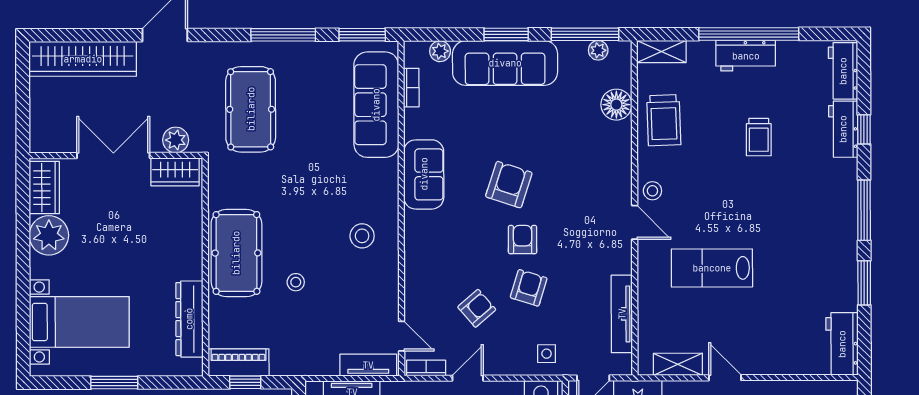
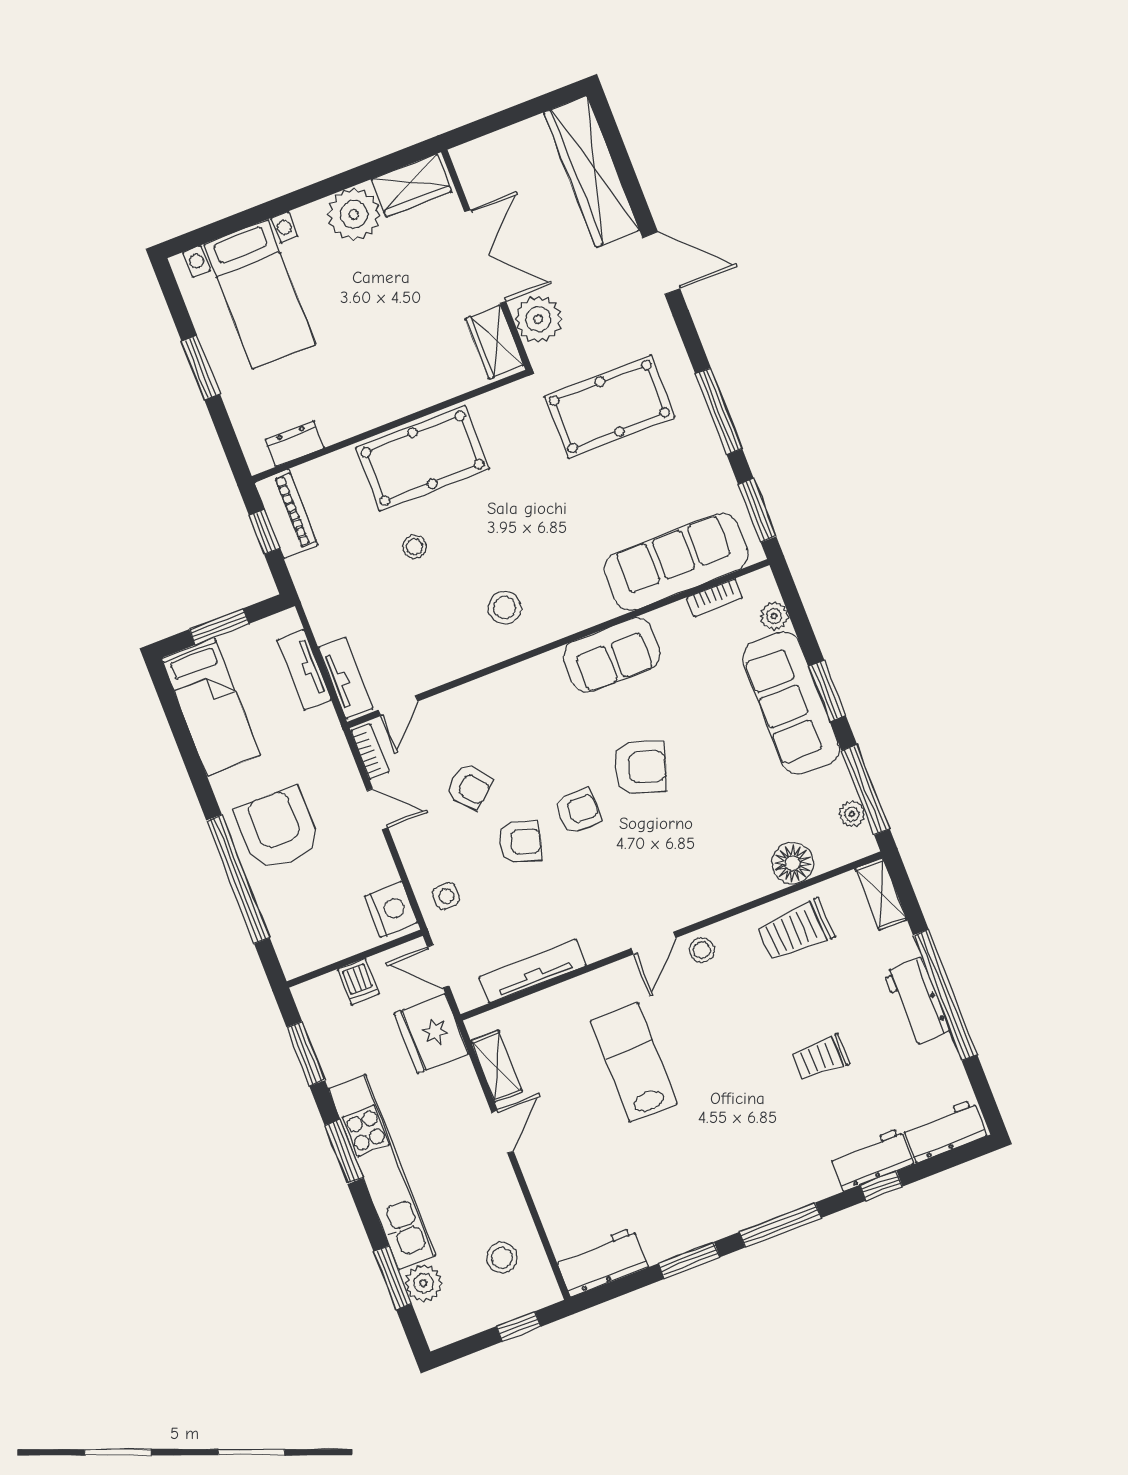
plant: (176, 140) -> (538, 319), width x1.36, depth x1.36
dresser: (189, 319) -> (295, 444), width x0.51, depth x0.80

